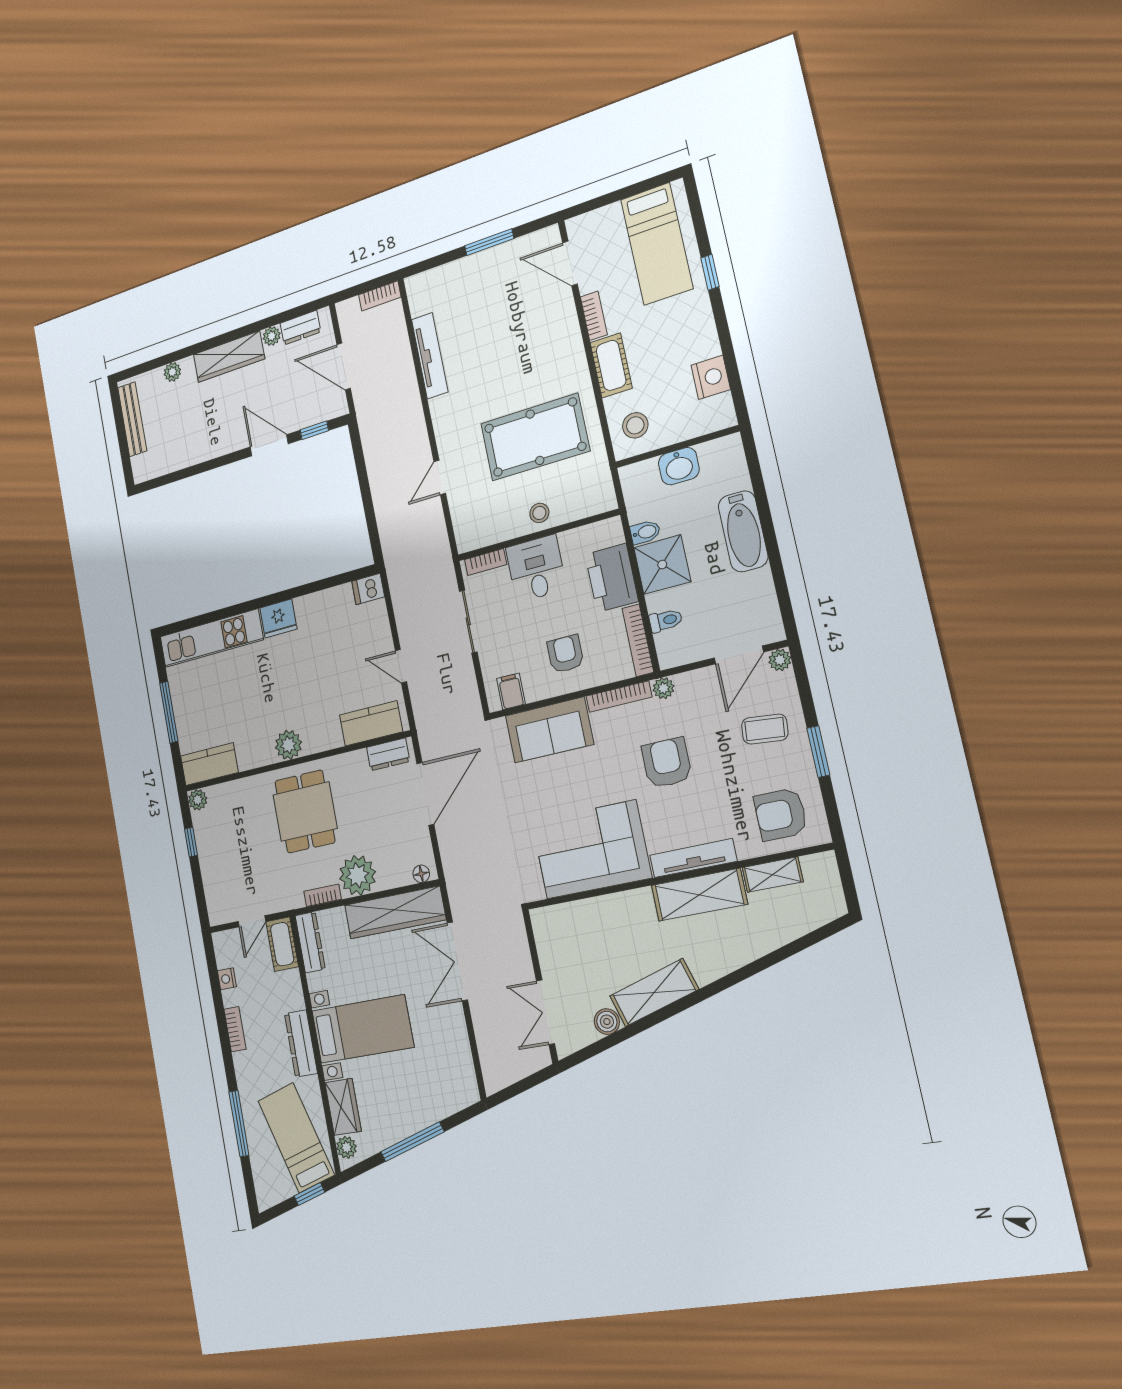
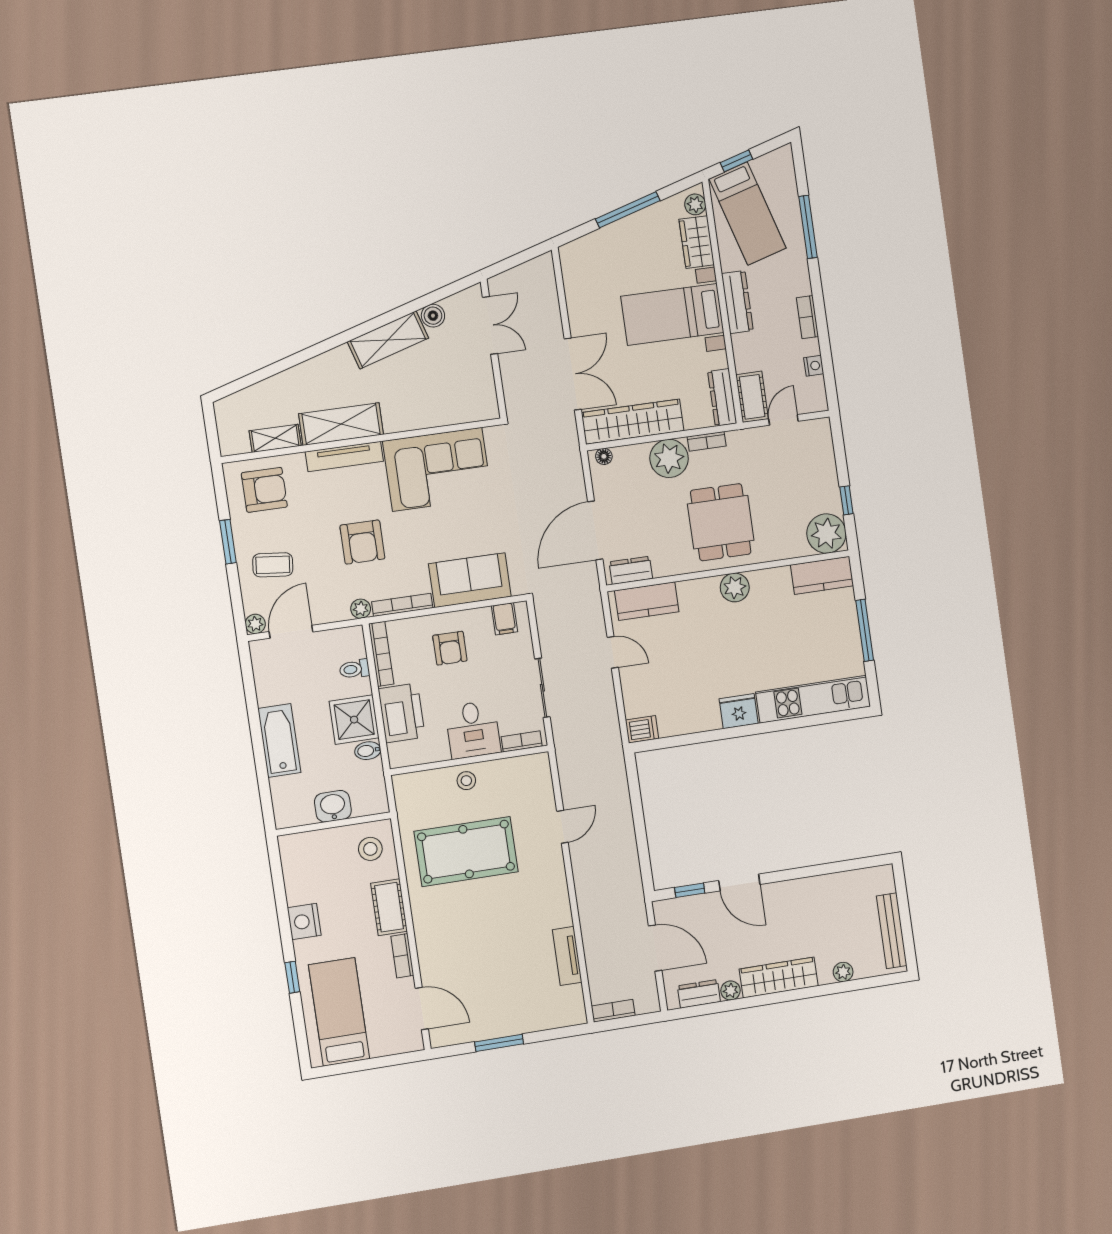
tv unit: (430, 356) -> (567, 956), width x0.71
nightstand: (711, 377) -> (304, 922), moved
plant: (198, 800) -> (826, 534), width x1.87, depth x1.87

